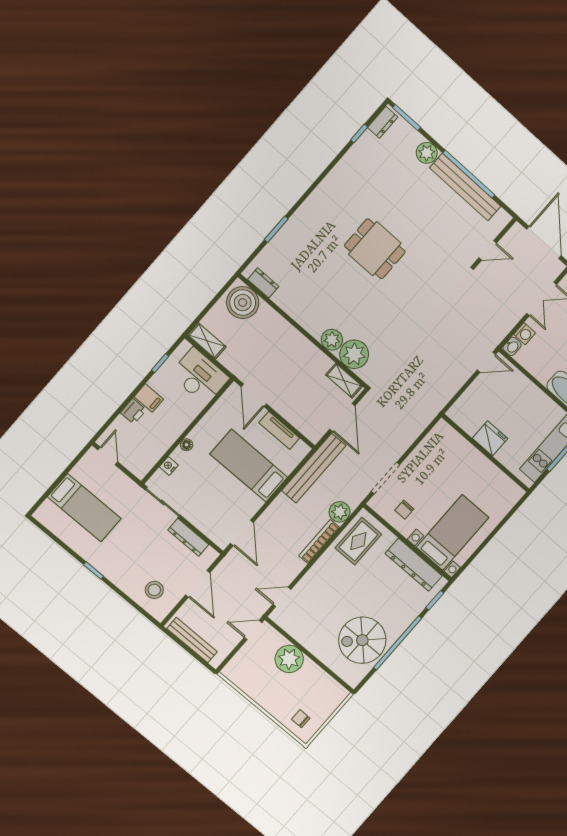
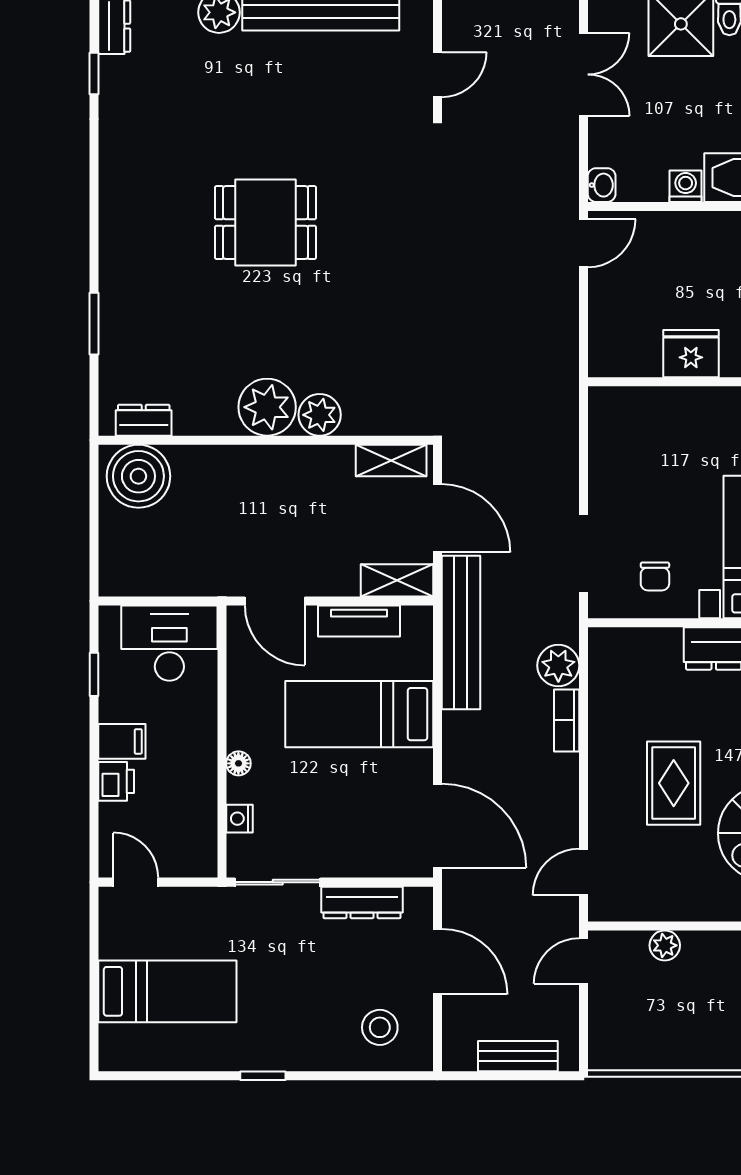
washing machine: (525, 334) -> (686, 186), moved, turned -90
shelving: (207, 341) -> (397, 580), moved
plant: (354, 354) -> (267, 407), moved
door: (242, 533) -> (437, 826), width x1.36
rug: (358, 541) -> (674, 783), moved
bookcase: (319, 542) -> (567, 720), width x0.64
bench: (192, 640) -> (518, 1056), width x0.73
plant: (289, 659) -> (665, 945), width x0.53, depth x0.53

